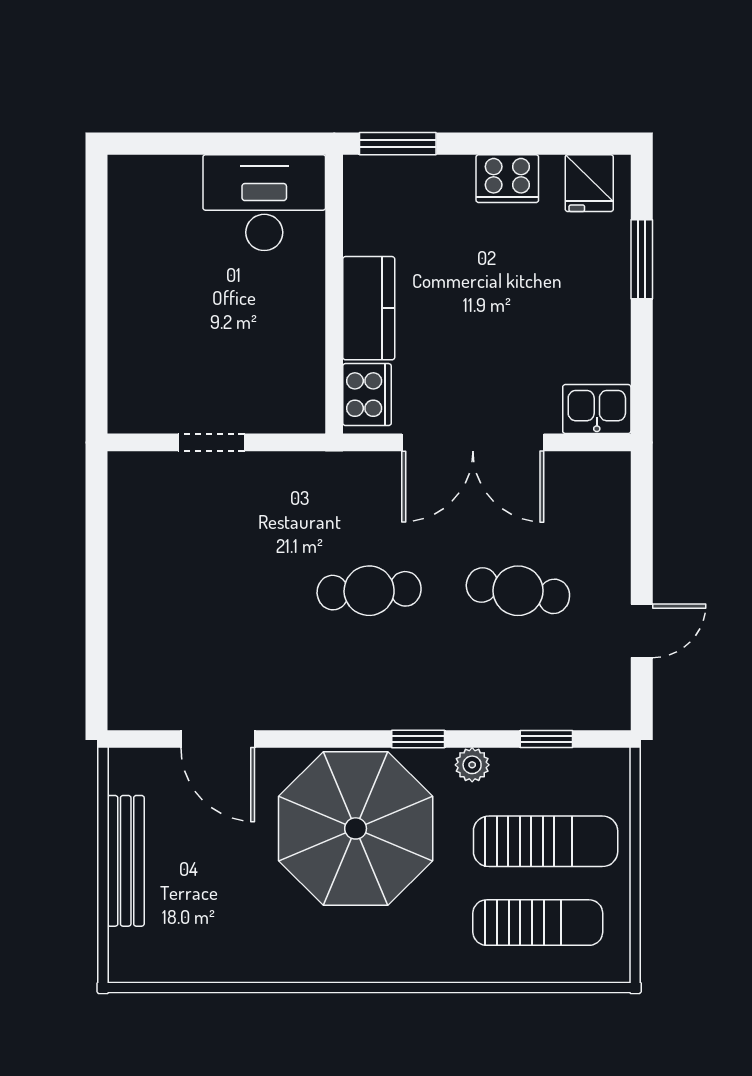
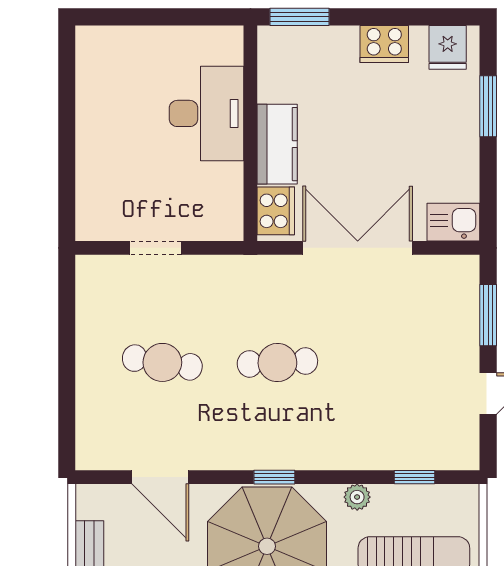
desk: (264, 203) -> (207, 113), moved, turned 90
double door: (473, 442) -> (358, 248), swing flipped
window: (642, 530) -> (488, 315), added
cafe table: (518, 591) -> (162, 362), moved
window: (418, 739) -> (274, 477), moved

